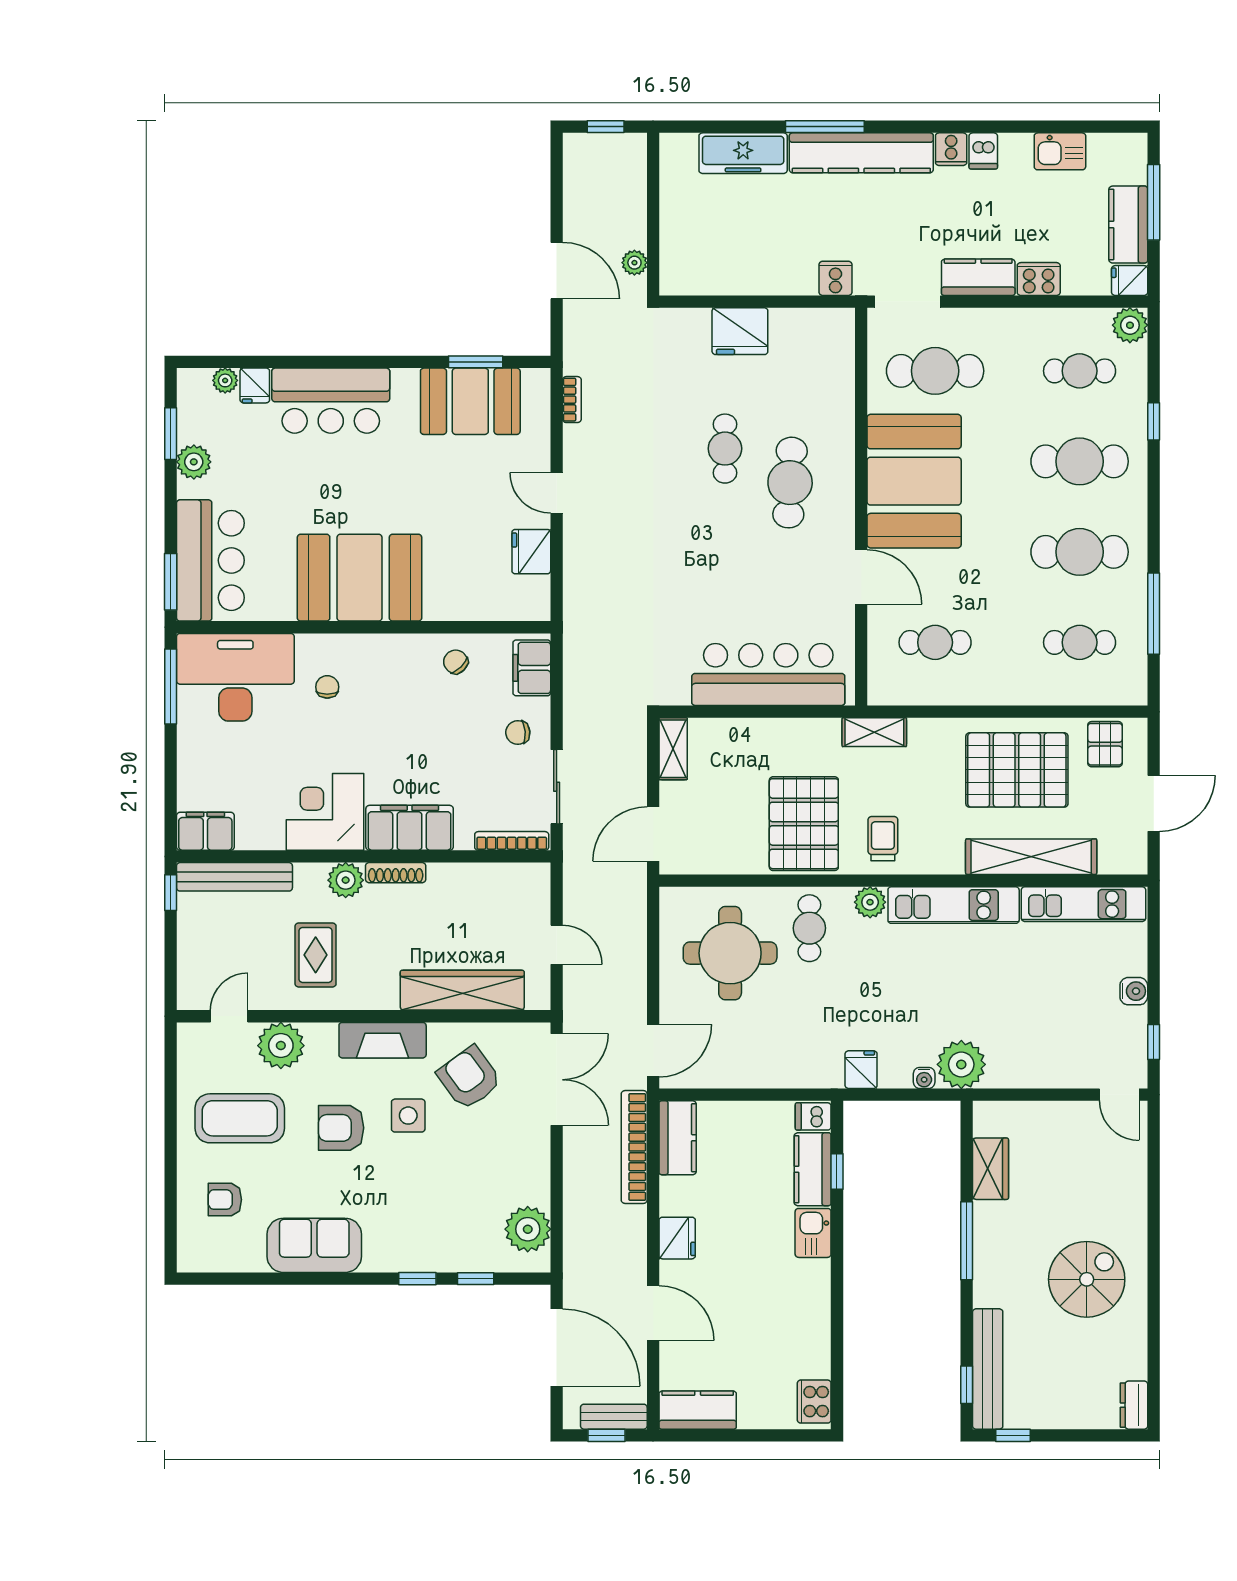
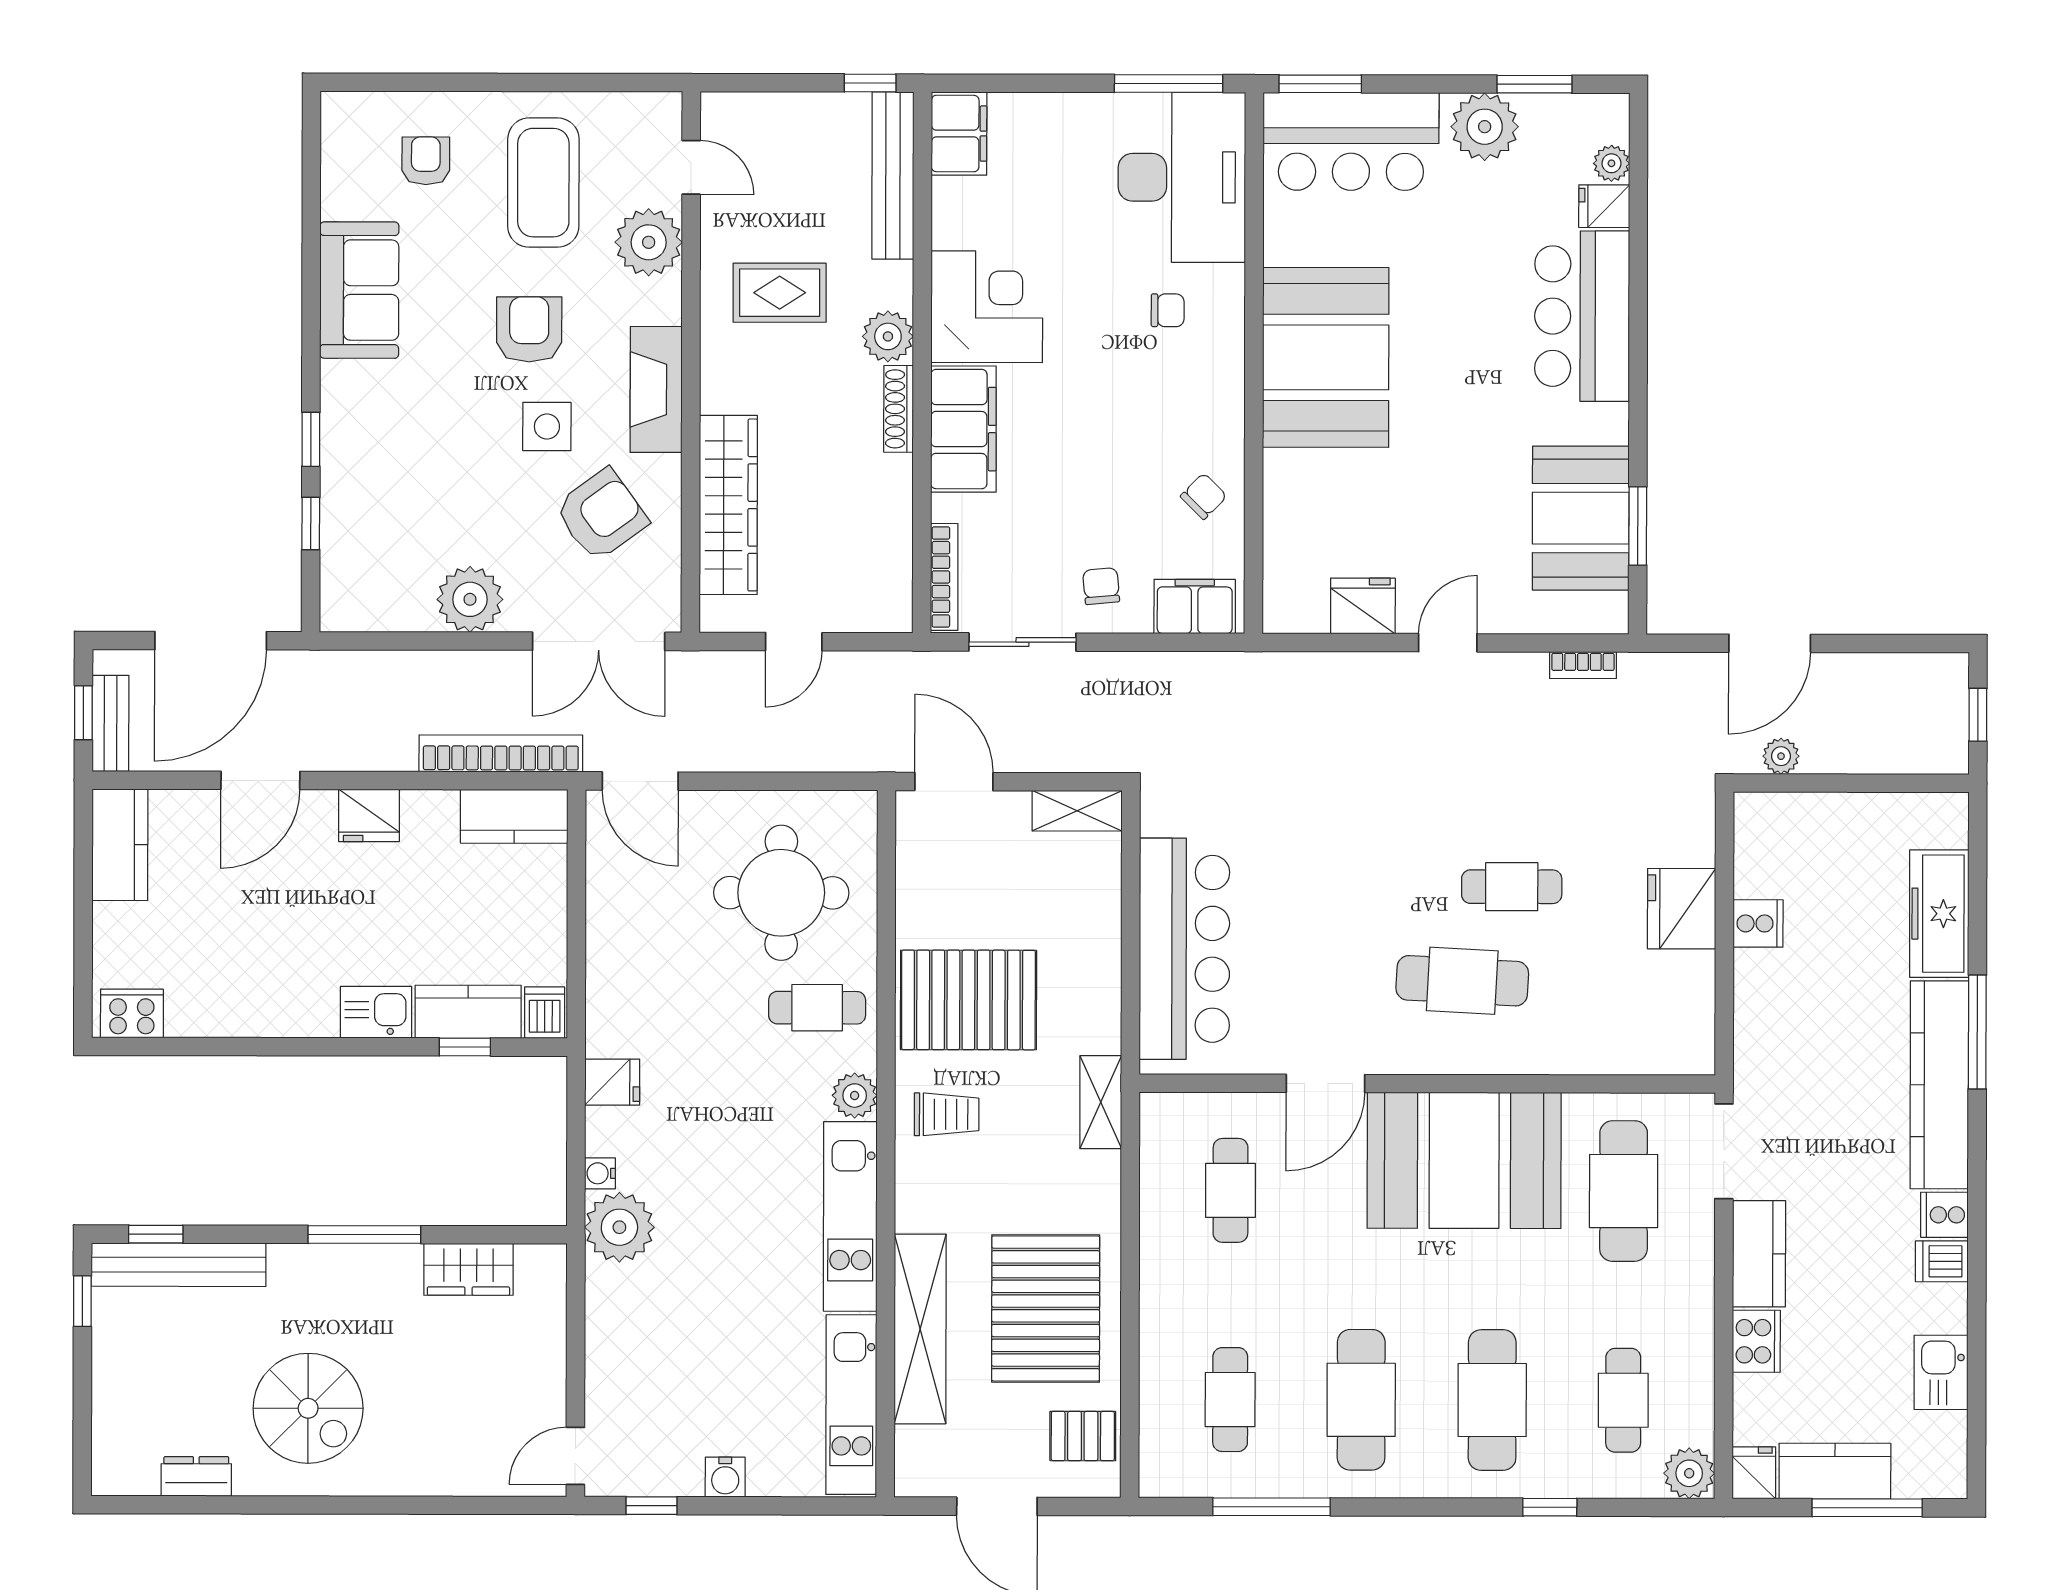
cooker: (835, 278) -> (1758, 923), moved
plant: (194, 462) -> (1485, 127), width x1.36, depth x1.36
plant: (528, 1229) -> (470, 599), moved
dresser: (1134, 1405) -> (196, 1476), moved

